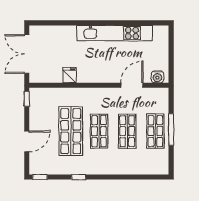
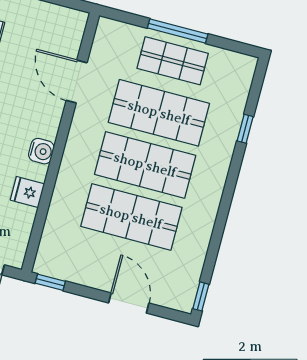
water cooler: (157, 77) -> (41, 151), moved
shop shelf: (99, 131) -> (145, 165), width x1.43, depth x1.36
shop shelf: (127, 131) -> (159, 113), width x1.43, depth x1.36
window: (79, 177) -> (245, 129), moved

